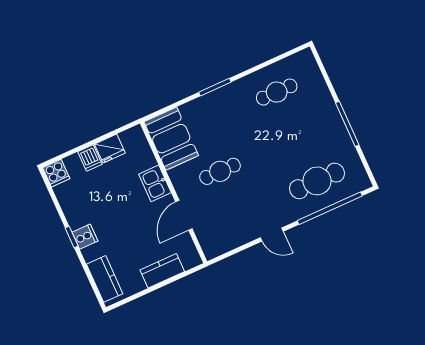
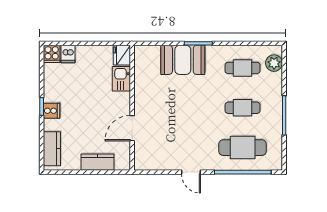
plant: (309, 71) -> (274, 63), added
booth: (171, 139) -> (183, 60), moved, turned 90
fridge: (110, 149) -> (122, 55), moved, turned 90
dishwasher: (90, 158) -> (68, 54), moved
cafe table: (220, 171) -> (243, 108), moved
kitchen sink: (155, 183) -> (121, 79), moved

